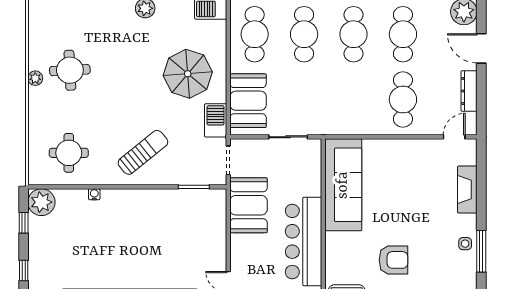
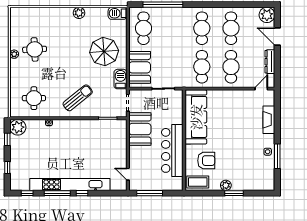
cafe table: (304, 34) -> (202, 67), moved
armchair: (393, 260) -> (206, 161), moved

